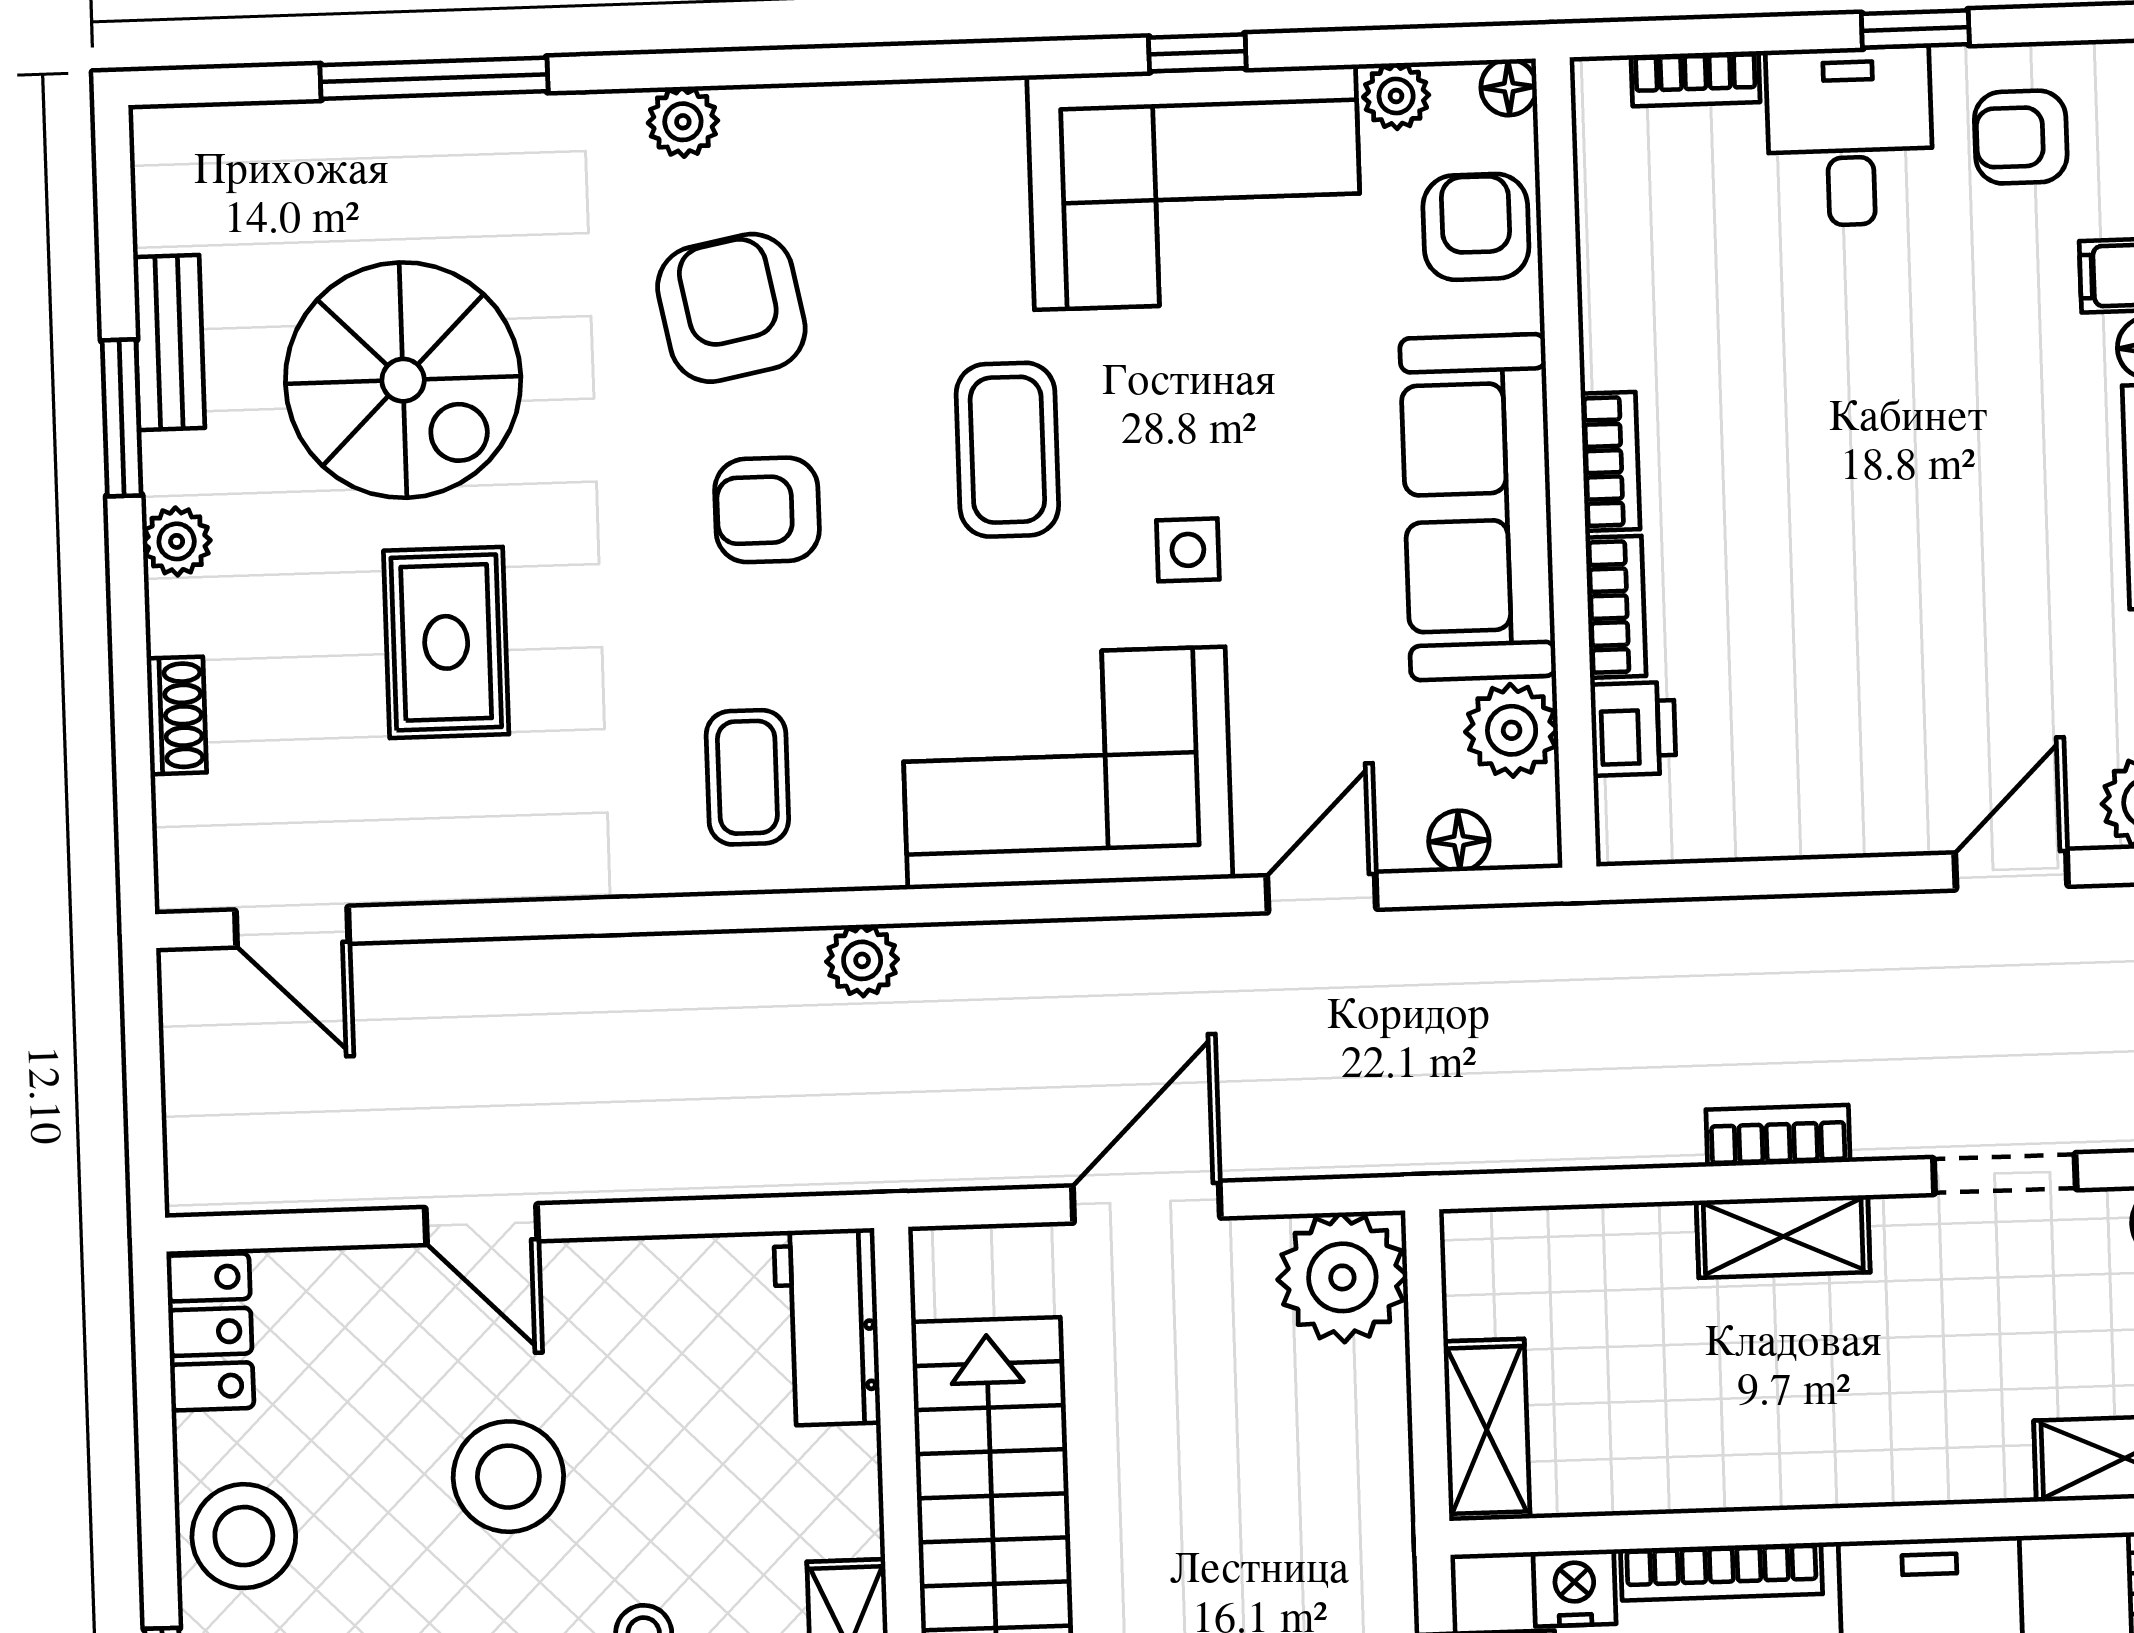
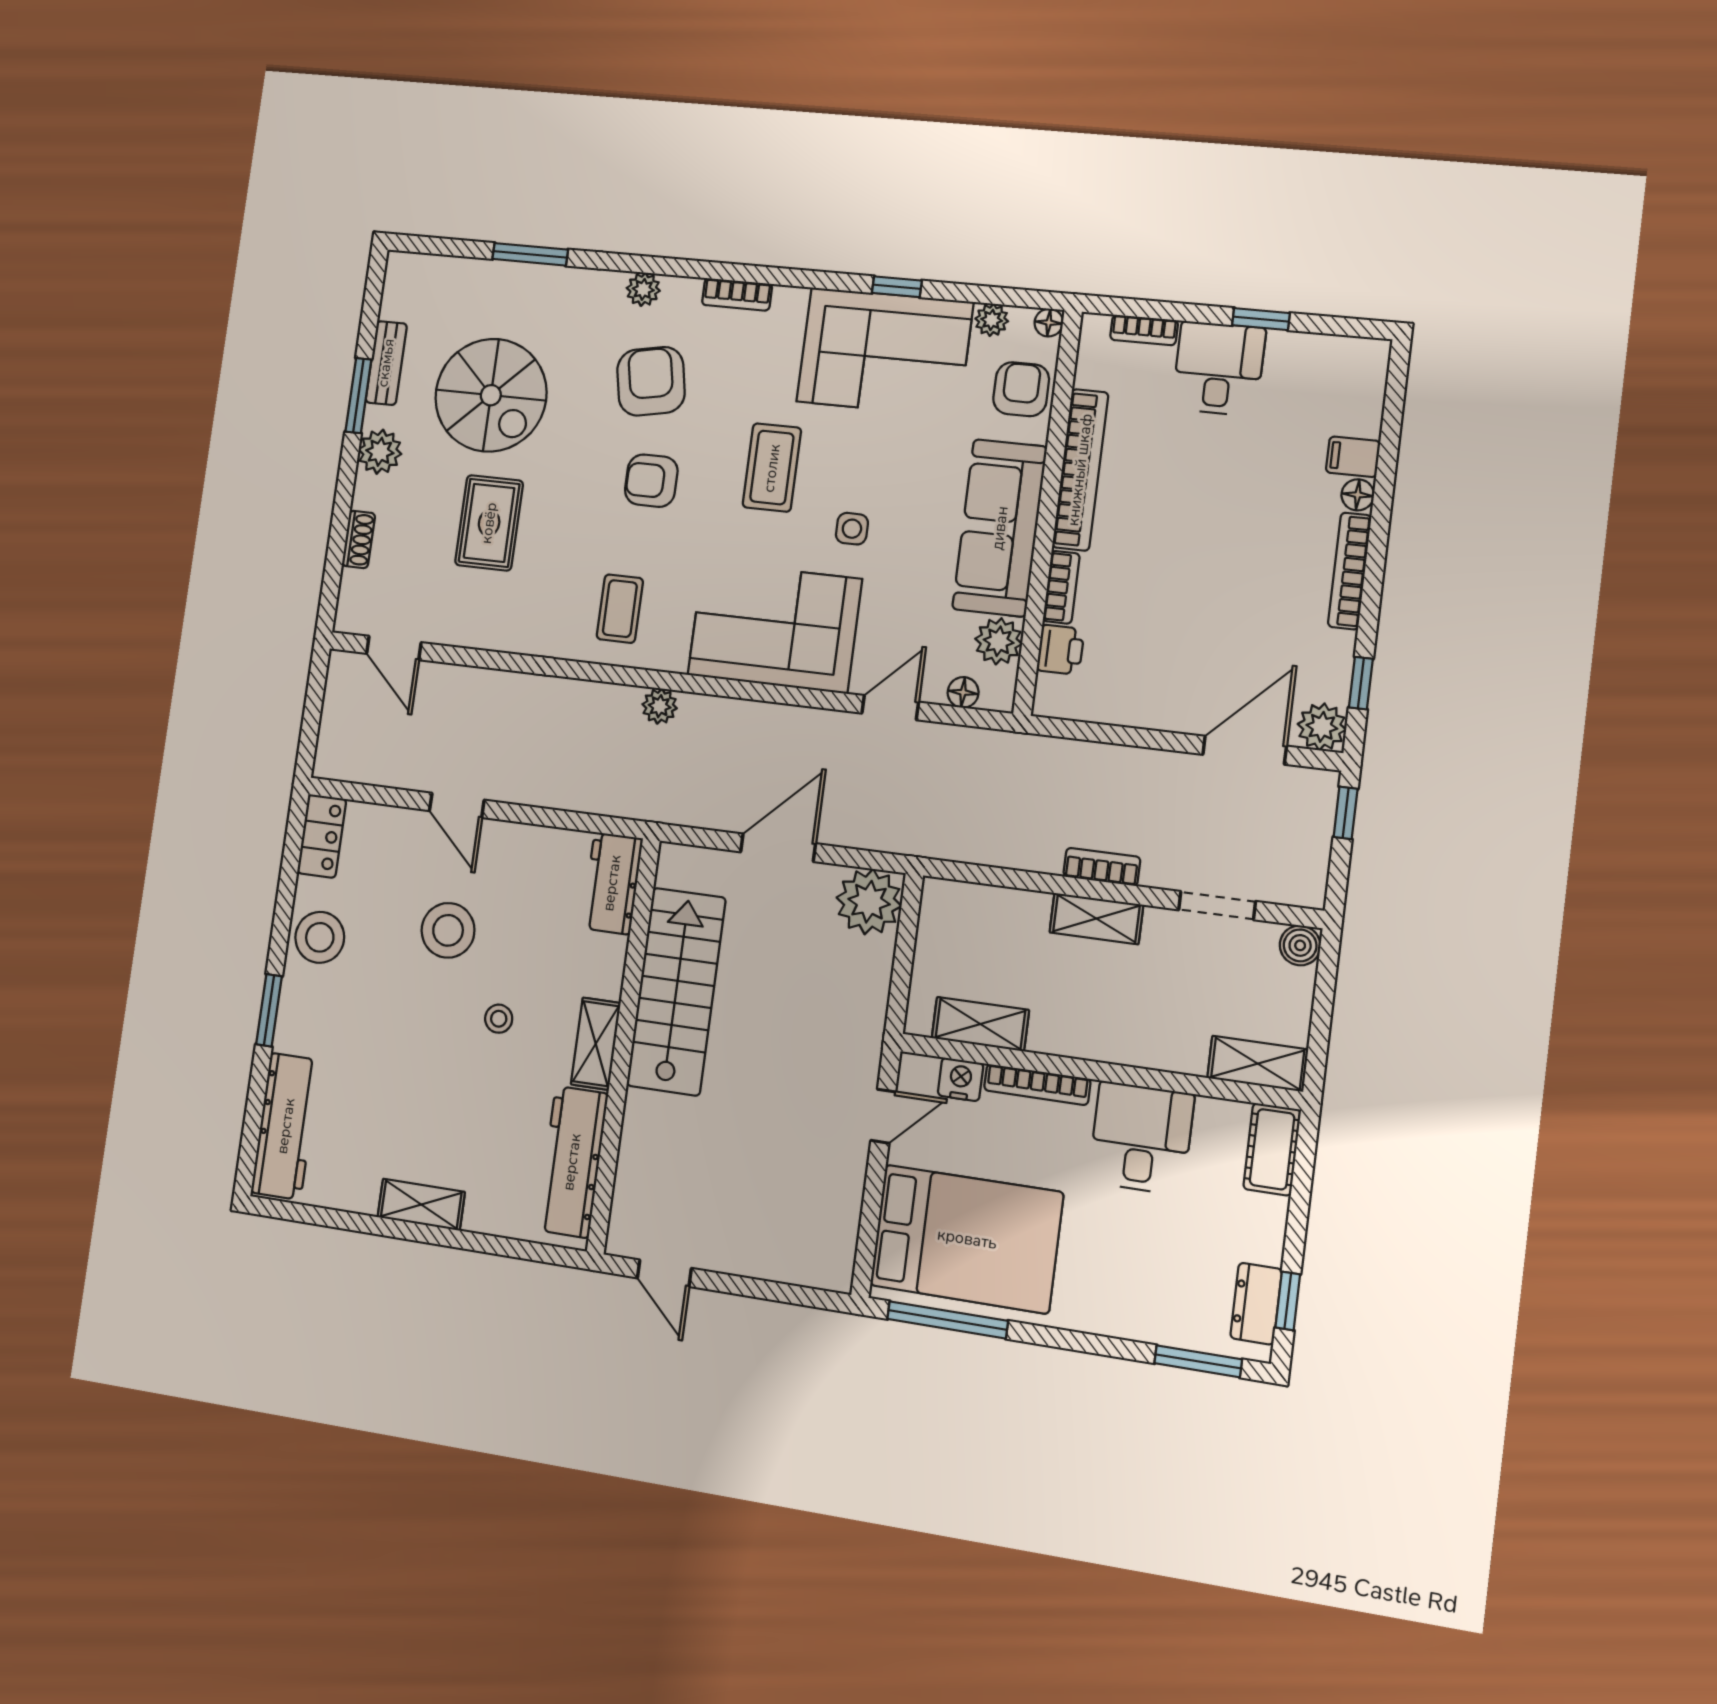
window: (434, 78) -> (530, 254), width x0.69
bookcase: (877, 108) -> (737, 294), added
armchair: (2021, 137) -> (1307, 380), removed
bookcase: (1610, 461) -> (1080, 470), width x2.31, depth x1.31
plant: (177, 541) -> (380, 452), width x1.38, depth x1.38
door: (2011, 870) -> (1245, 750), width x1.38
shelving: (1487, 1430) -> (980, 1024), moved, turned 90

